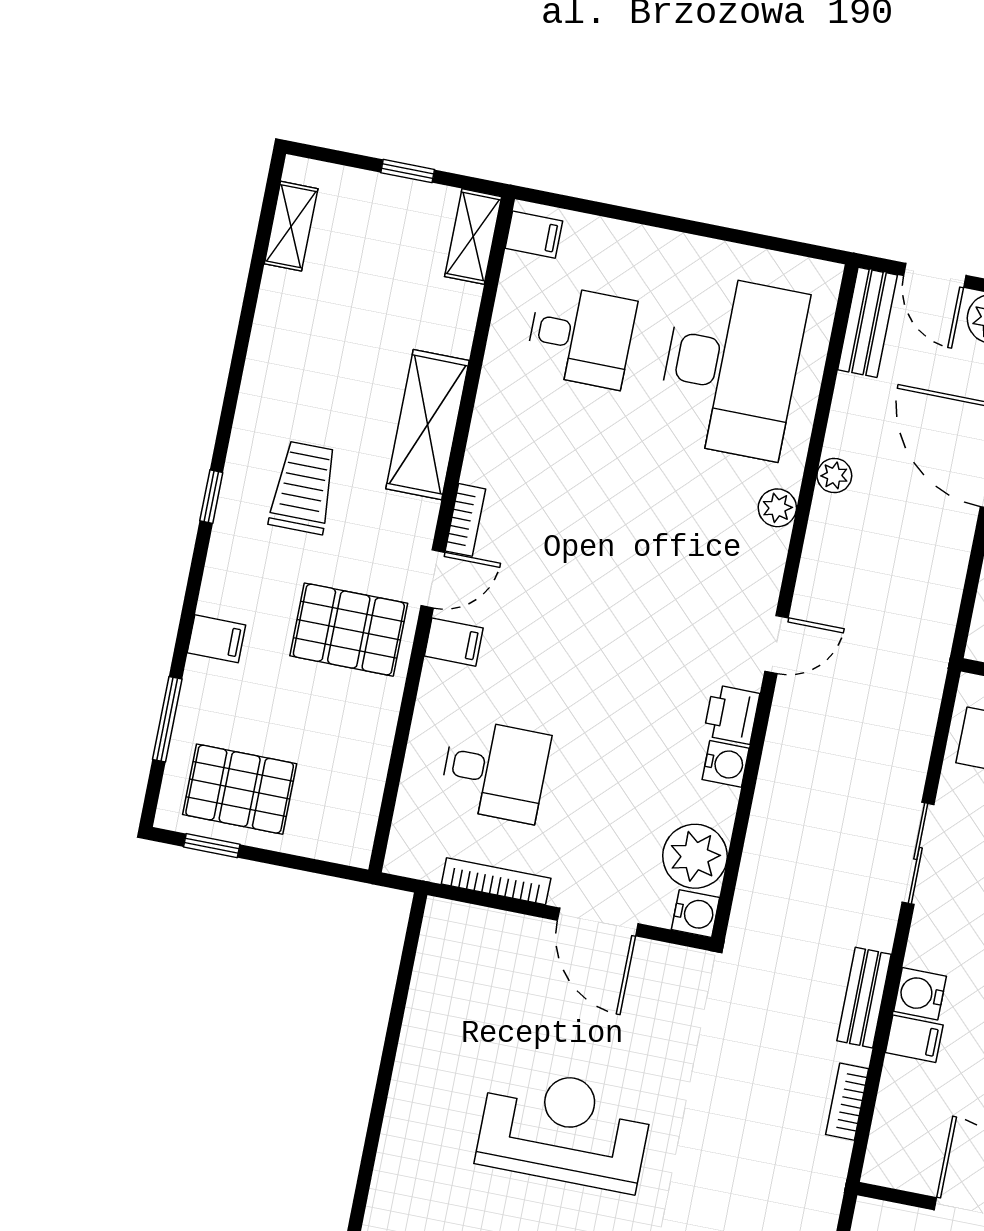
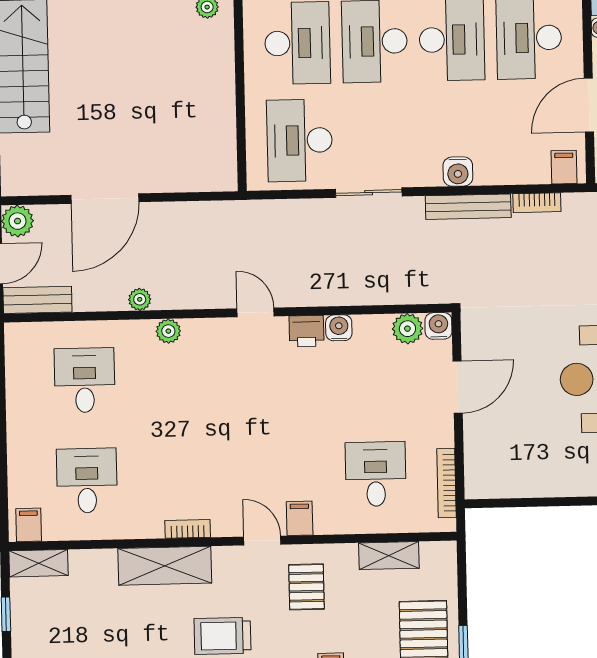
desk: (732, 366) -> (85, 380), width x0.53, depth x0.77
bookcase: (465, 520) -> (188, 529), moved
pallet: (349, 630) -> (306, 587), width x0.67, depth x0.71
shelving: (368, 763) -> (389, 556), added
plant: (695, 856) -> (407, 329), width x0.73, depth x0.73
bookcase: (496, 881) -> (447, 483), moved
bench: (864, 998) -> (468, 207), width x1.36
filing cabinet: (914, 1039) -> (564, 167), moved

